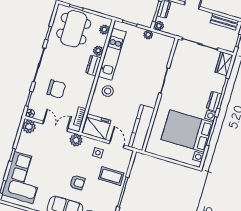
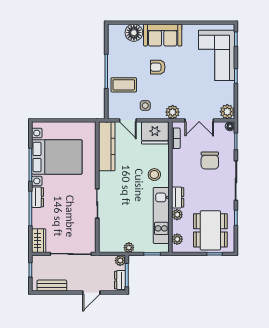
chair: (56, 89) -> (210, 161), turned -90

